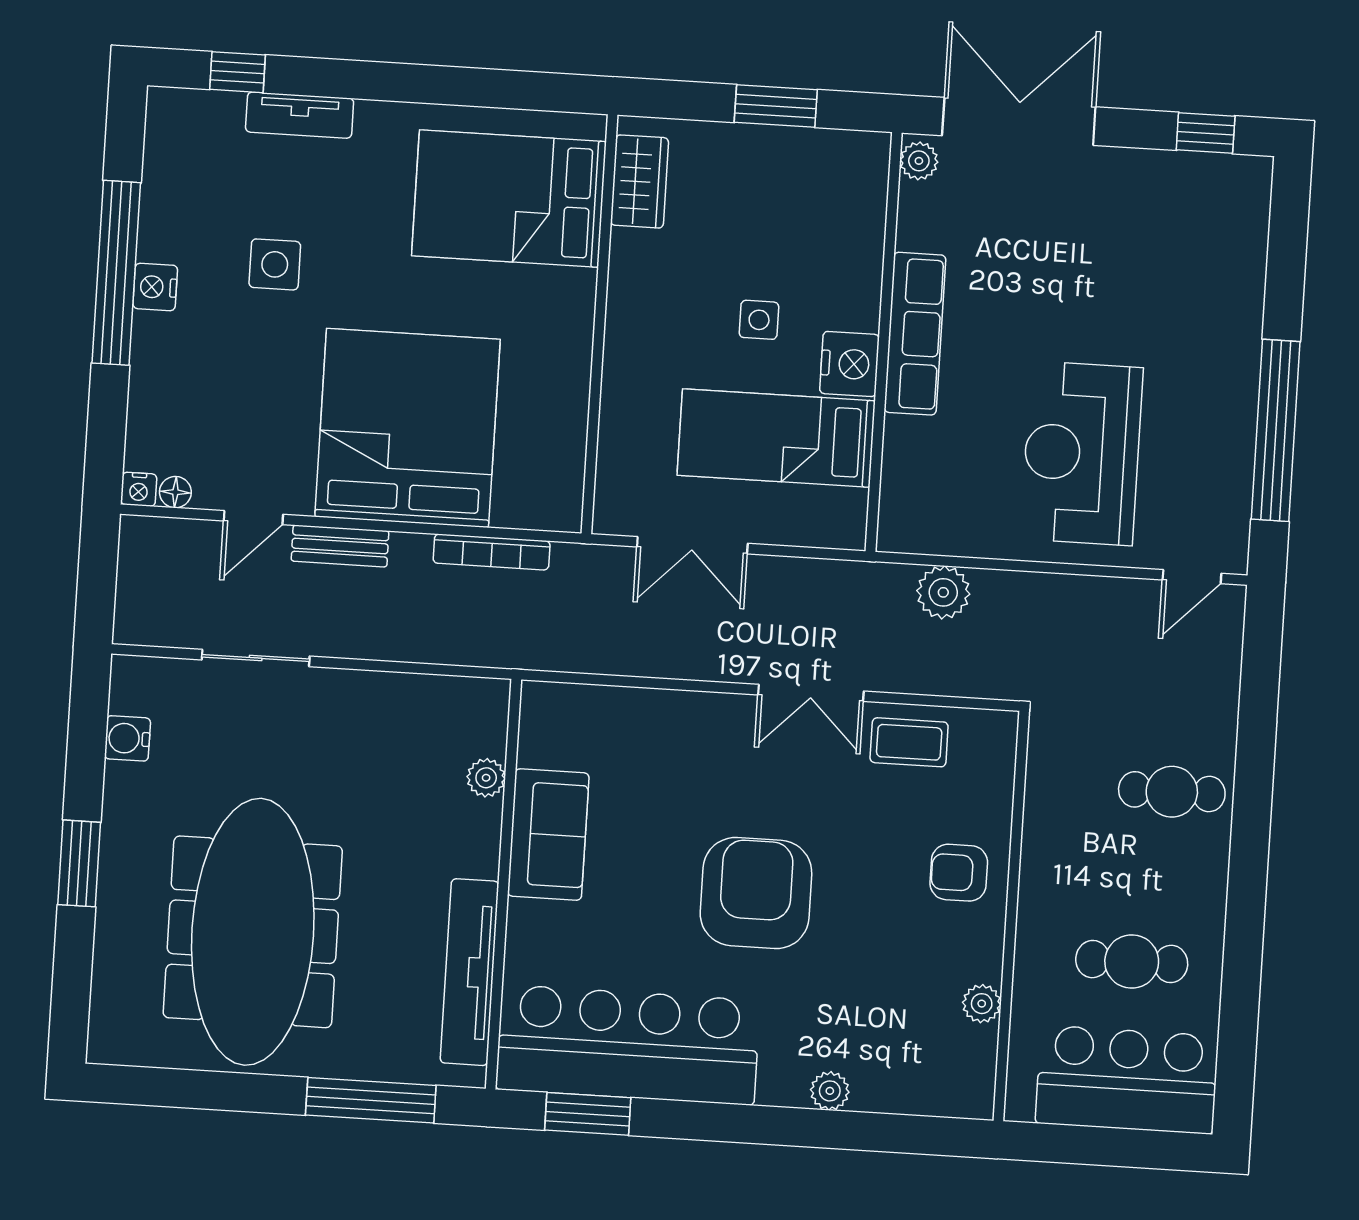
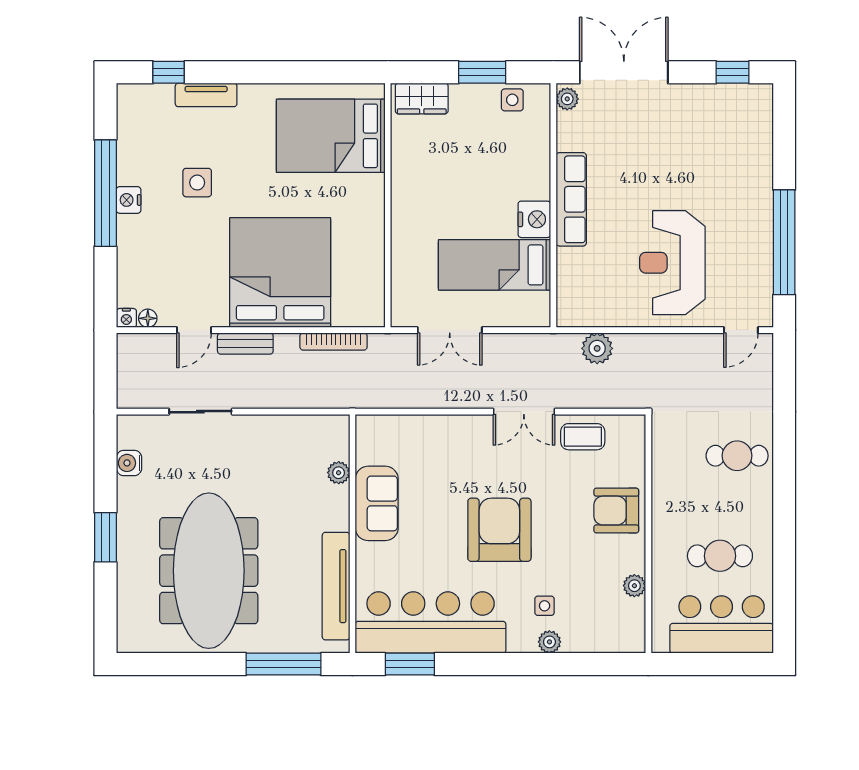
wardrobe: (640, 181) -> (422, 98), moved, turned 90
side table: (759, 320) -> (512, 100), moved
armchair: (959, 873) -> (616, 511), width x1.38, depth x1.38
side table: (825, 1028) -> (545, 606), added

